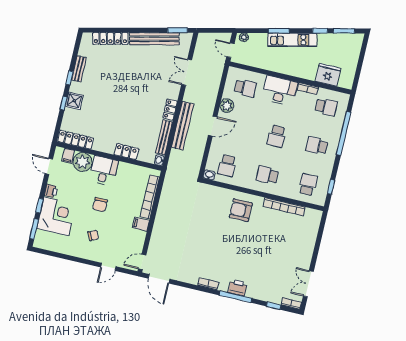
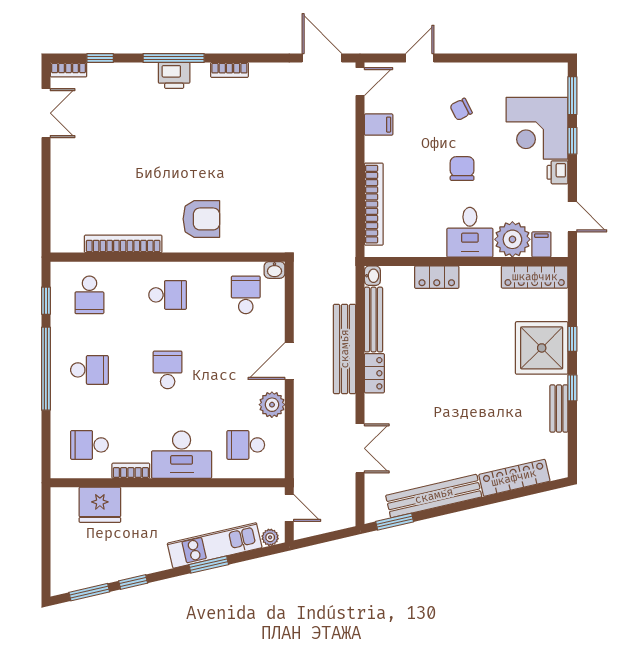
kitchen unit: (292, 40) -> (215, 545), moved
shower: (74, 101) -> (542, 348), width x1.86, depth x1.86
window: (344, 133) -> (46, 369), moved
filing cabinet: (141, 224) -> (379, 125), moved

